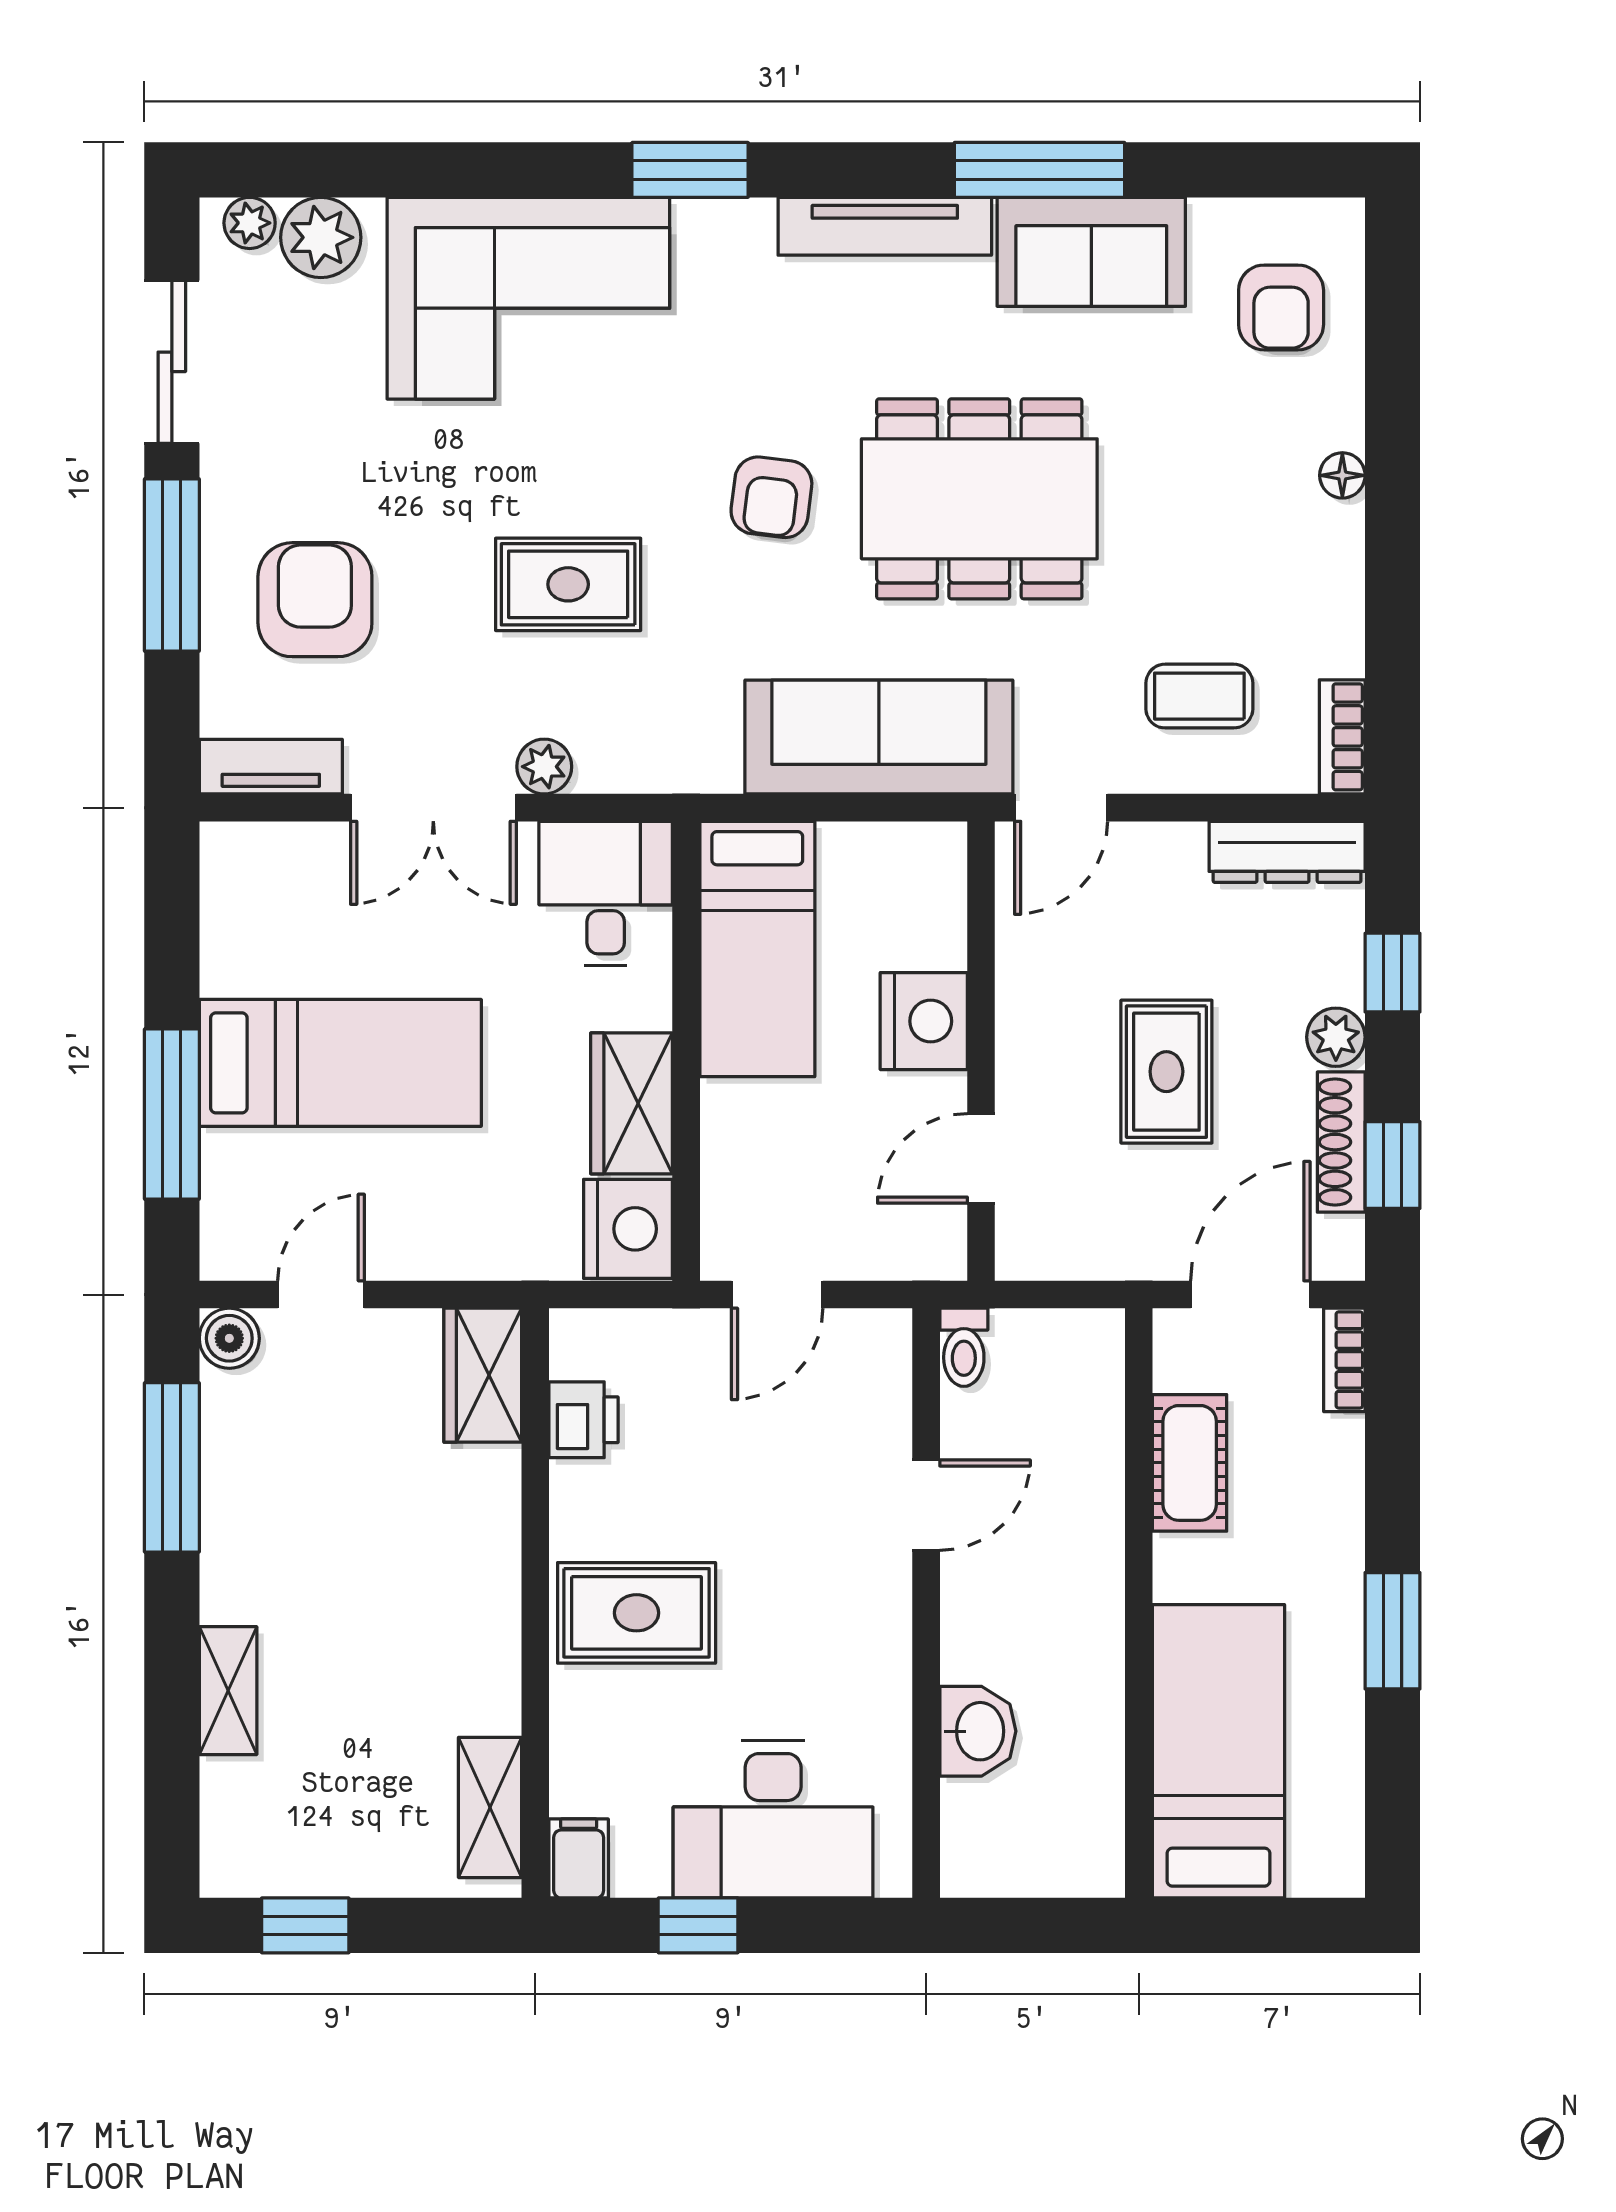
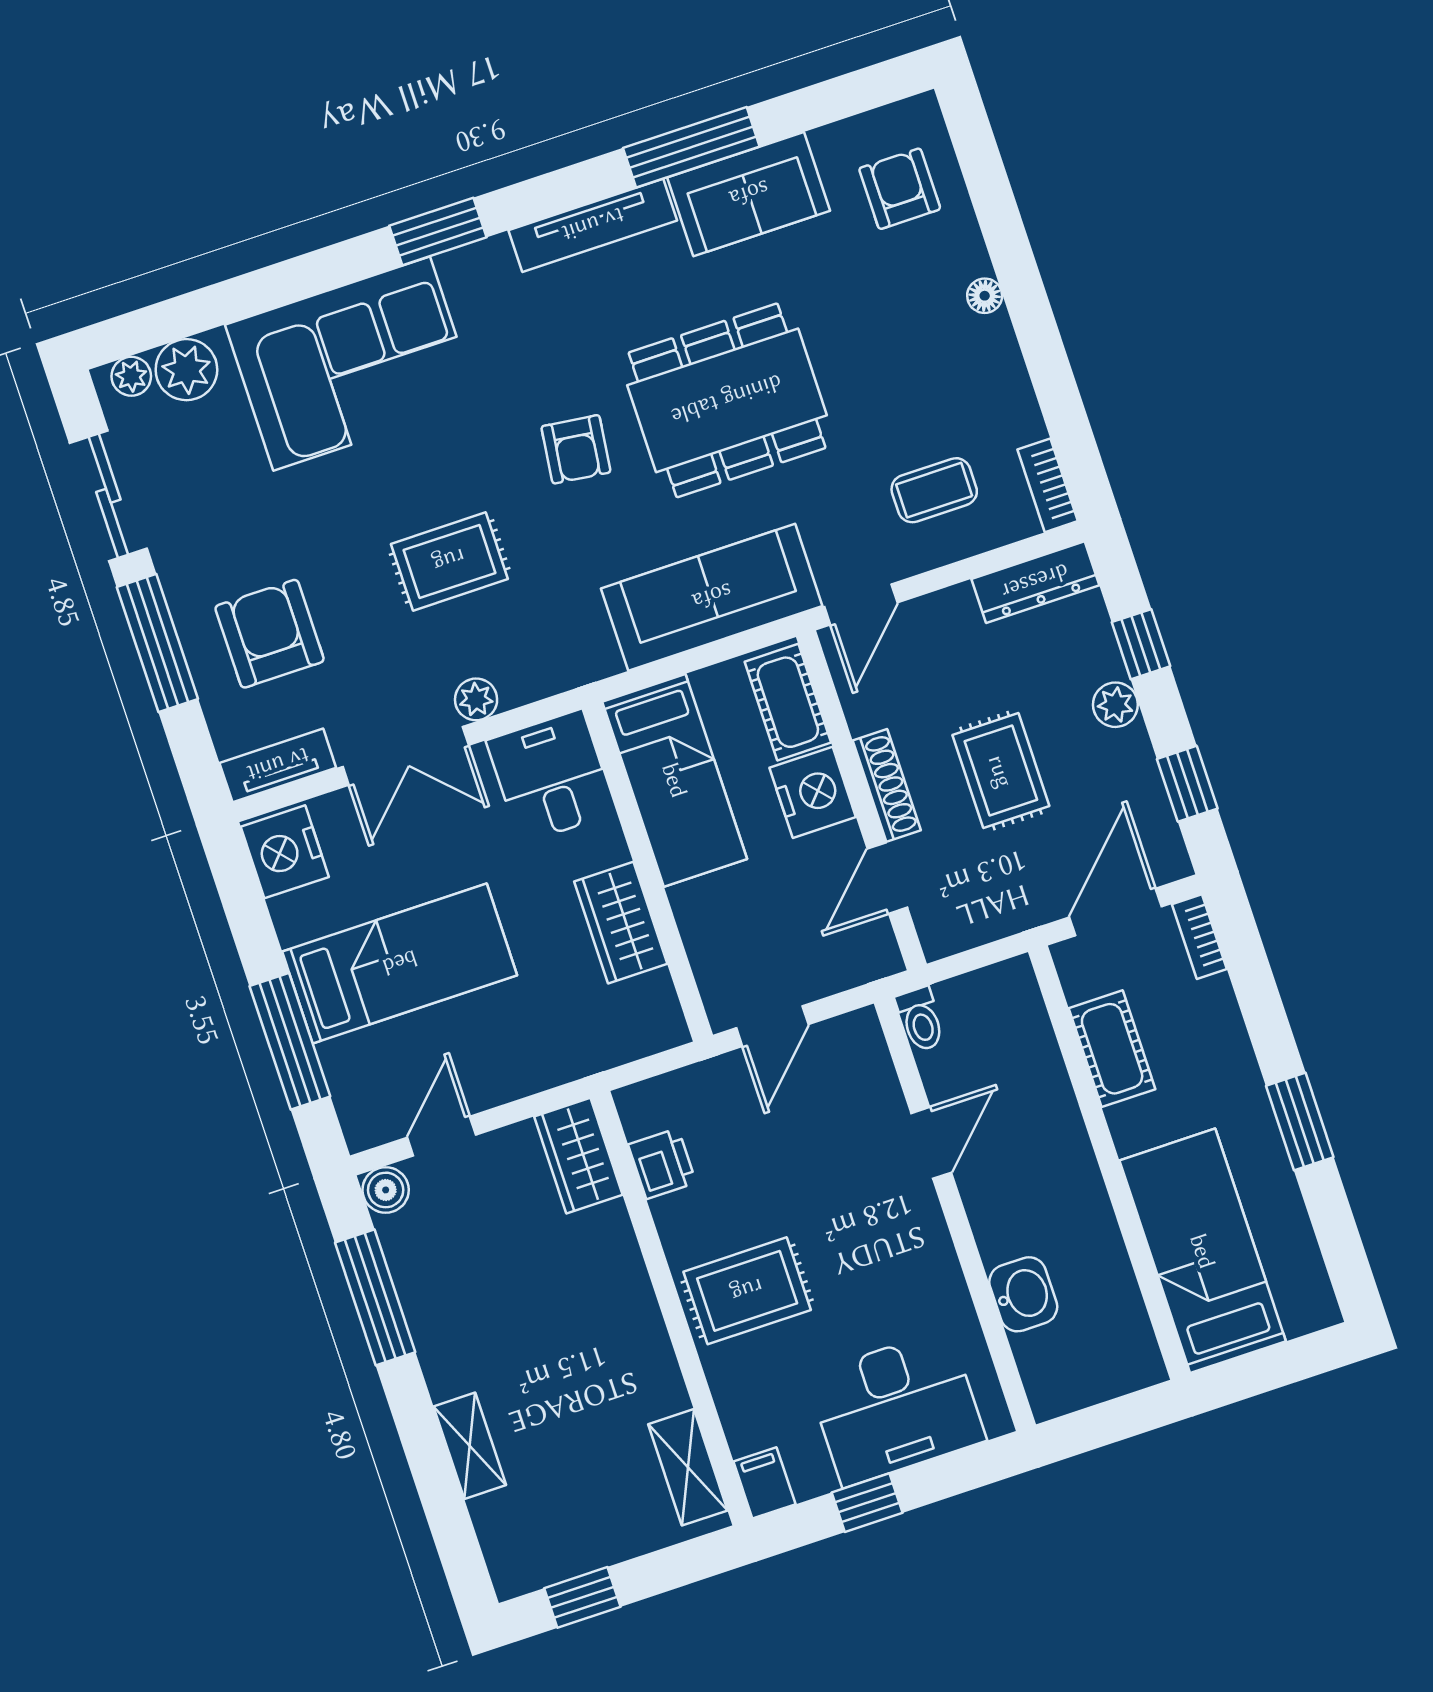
armchair: (1281, 307) -> (900, 189), turned 180
cot: (930, 899) -> (788, 702), added
shoe rack: (1341, 1142) -> (887, 785), moved, turned 180
nightstand: (628, 1229) -> (285, 852), moved, turned 180

